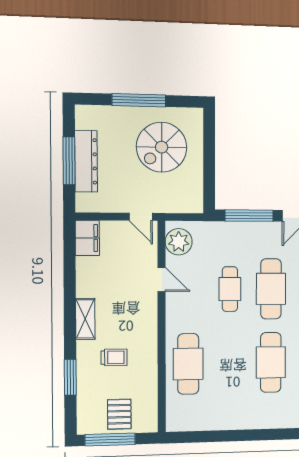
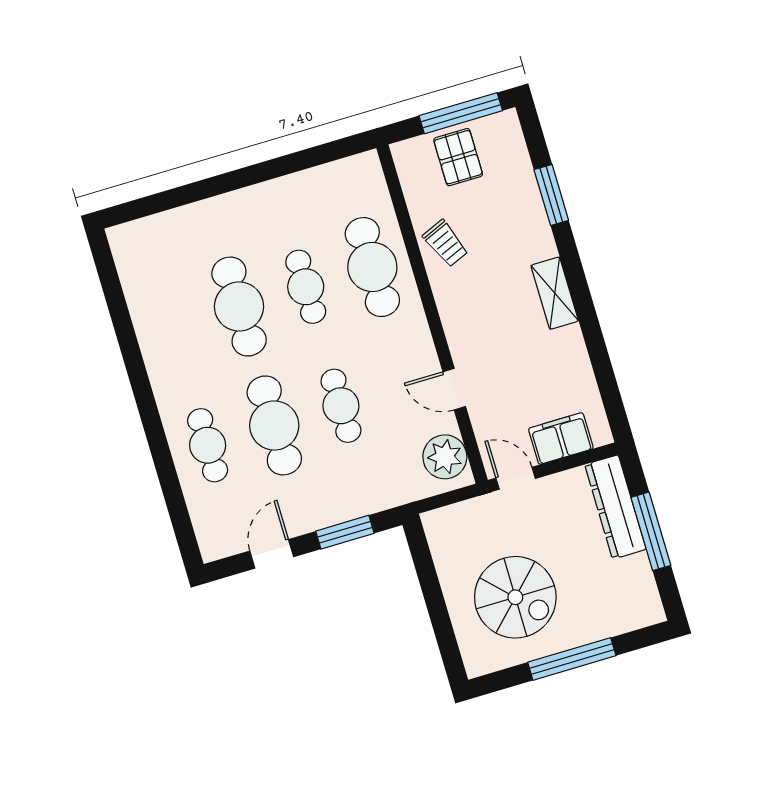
spiral stairs: (162, 147) -> (515, 597), turned 90
dresser: (86, 161) -> (615, 507), moved
window: (249, 216) -> (345, 532), width x0.69
filing cabinet: (87, 238) -> (561, 439), moved, turned 90
trolley: (114, 357) -> (445, 243), moved, turned -113
cafe table: (230, 363) -> (306, 287), added

